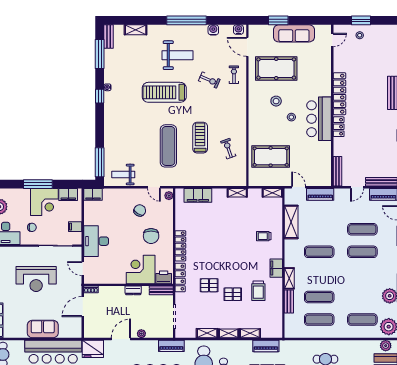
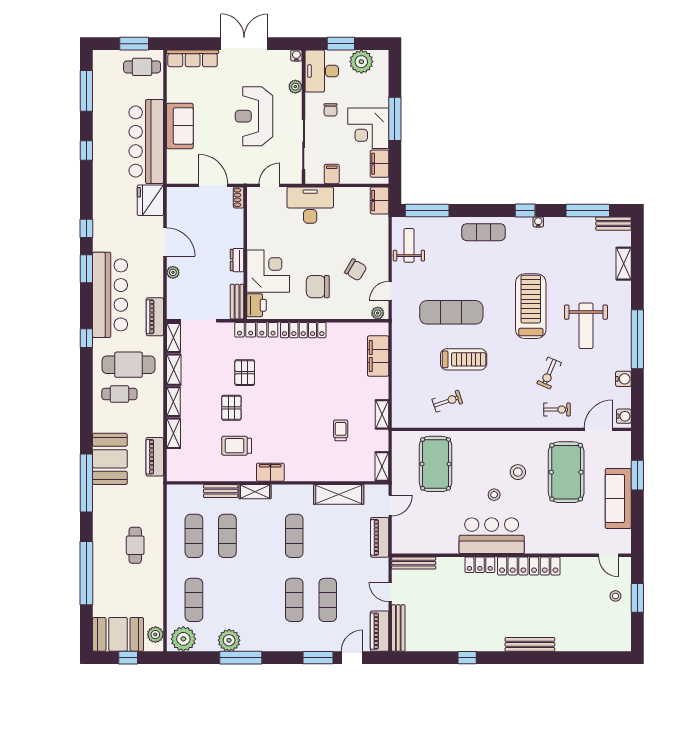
exercise mat: (114, 124) -> (484, 232), added
trolley: (264, 236) -> (341, 430), moved
plant: (16, 251) -> (295, 87), added
shelving: (185, 333) -> (173, 338), added

